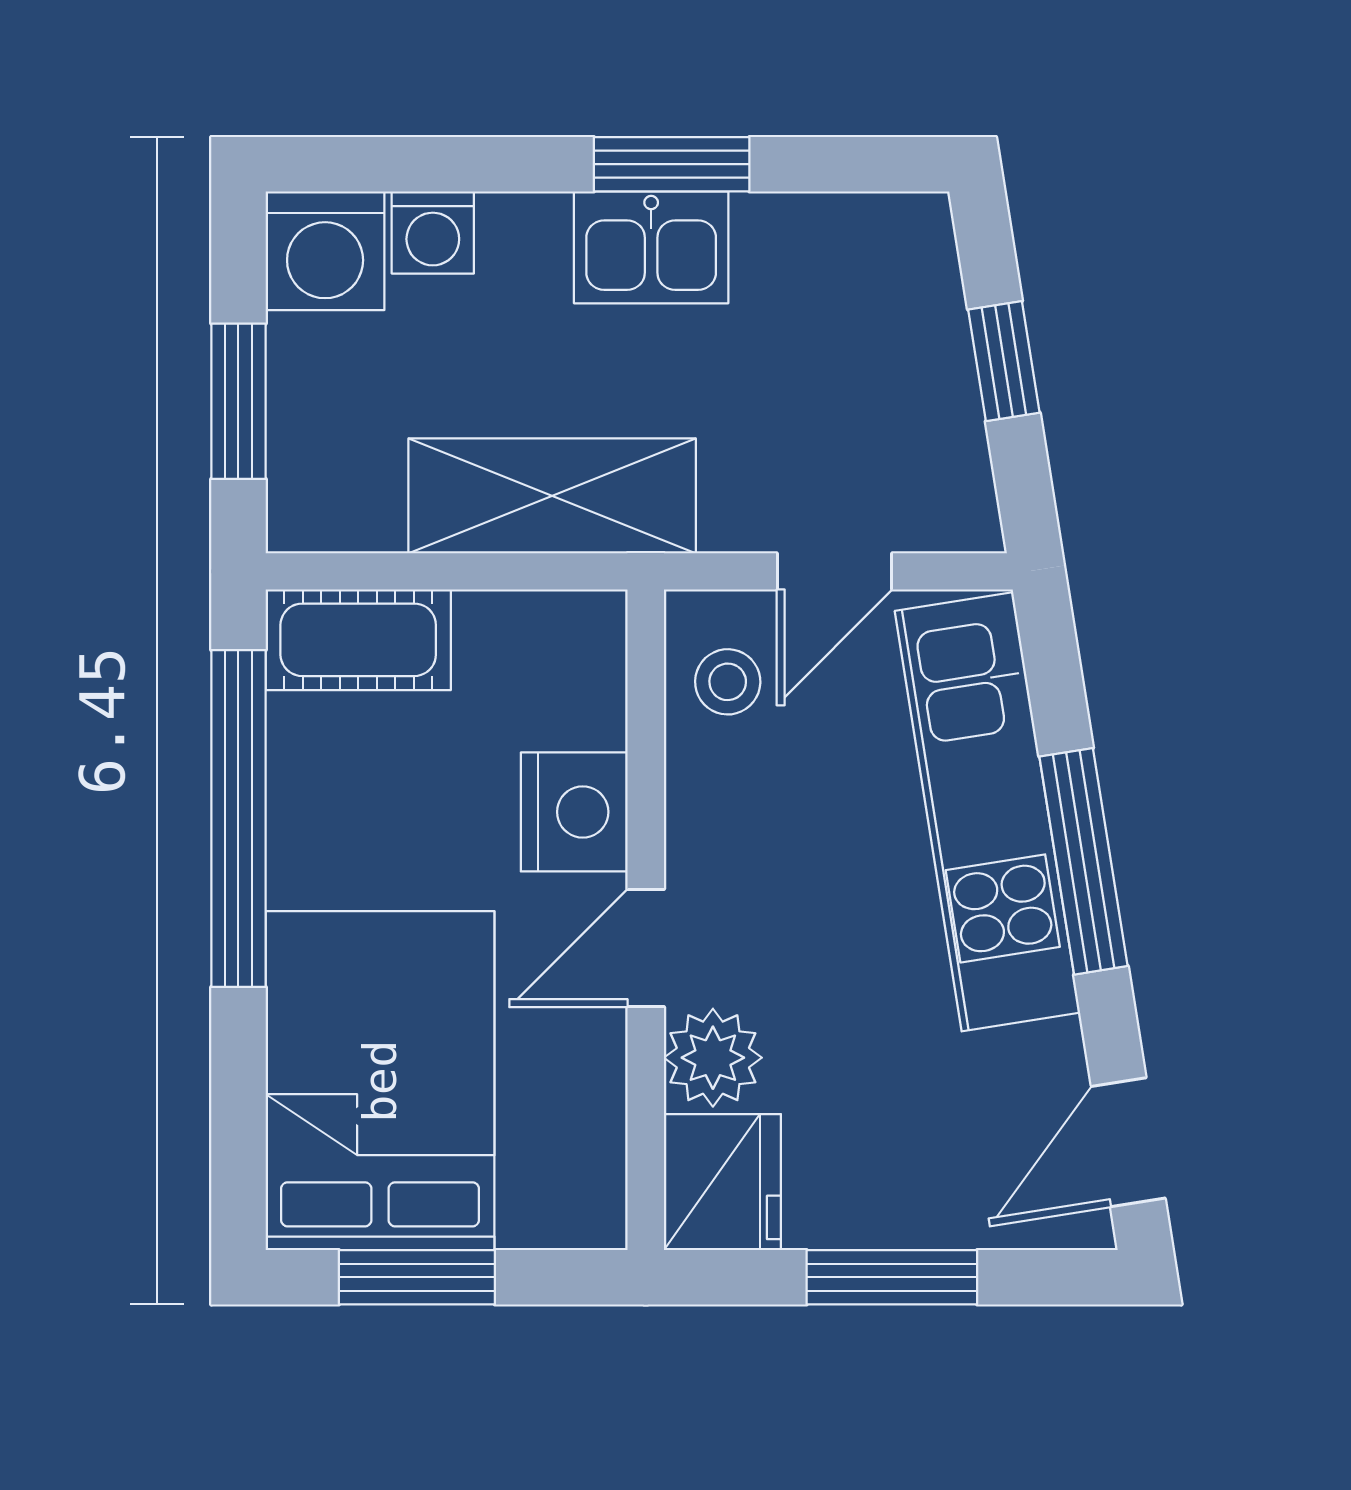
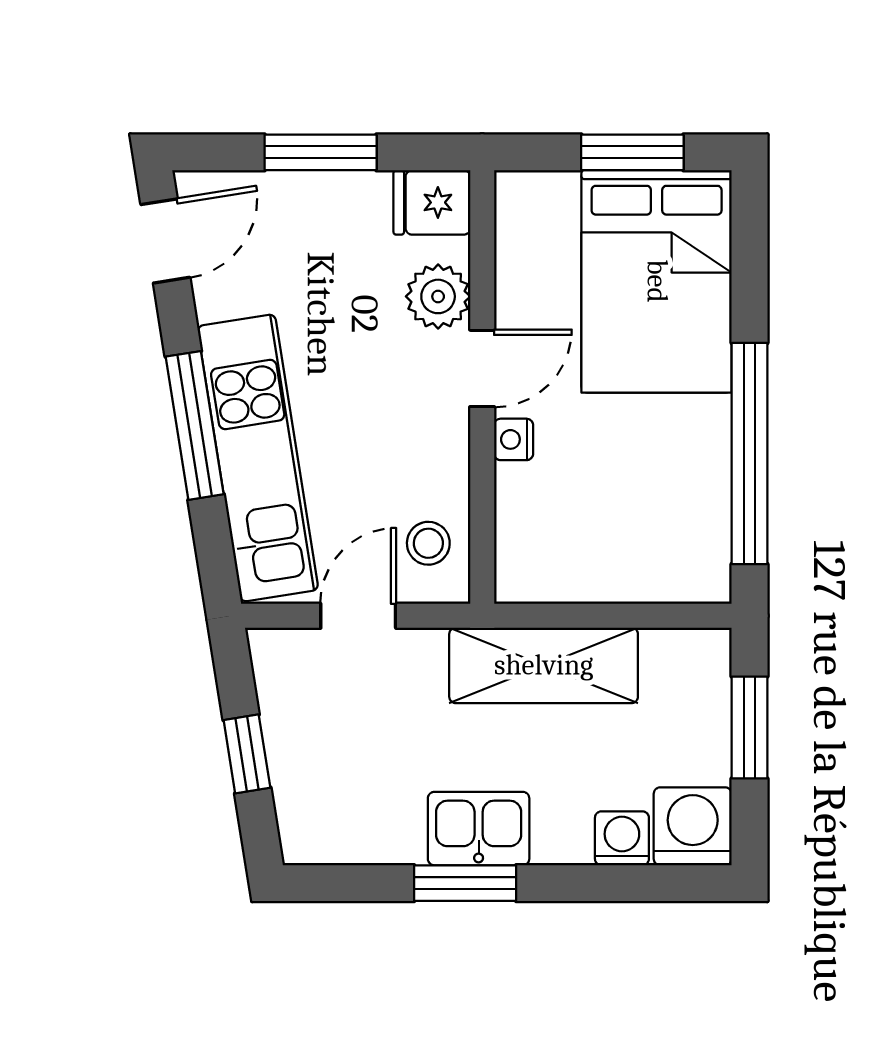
cot: (358, 640) -> (671, 571), removed
nightstand: (574, 812) -> (514, 439), width x0.53, depth x0.56
fridge: (722, 1182) -> (432, 202), width x0.72

